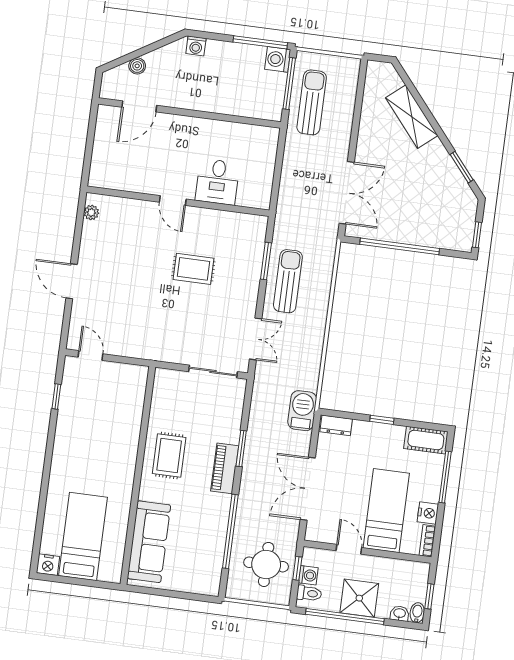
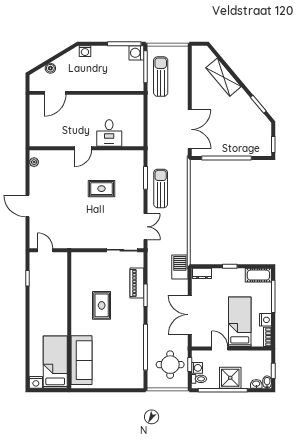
door: (173, 201) -> (83, 148), hinge flipped
piano: (225, 468) -> (137, 283), moved
wall: (138, 475) -> (69, 320), moved
sofa: (149, 542) -> (81, 360), moved

